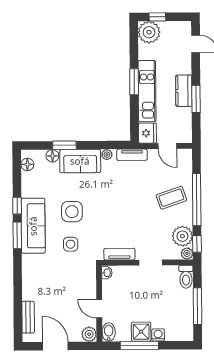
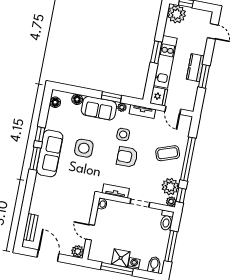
window: (64, 145) -> (111, 97), moved
armchair: (125, 212) -> (127, 157), added
side table: (71, 244) -> (123, 134), moved
bidet: (109, 332) -> (154, 265), moved

